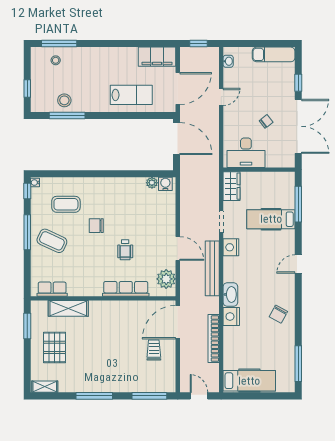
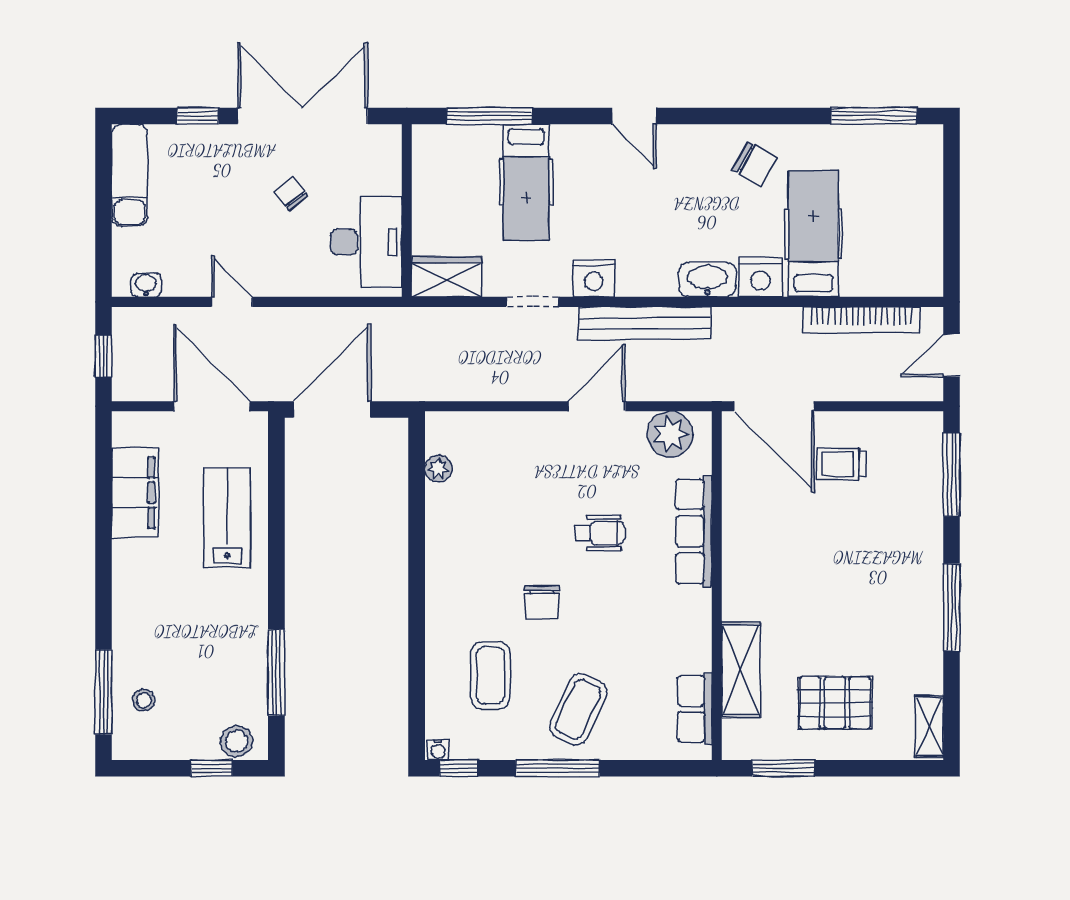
filing cabinet: (157, 57) -> (135, 493), moved
stool: (64, 100) -> (237, 741), moved
water cooler: (165, 184) -> (441, 436), removed
bookcase: (214, 339) -> (861, 320), moved
hospital bed: (249, 381) -> (813, 234), moved

